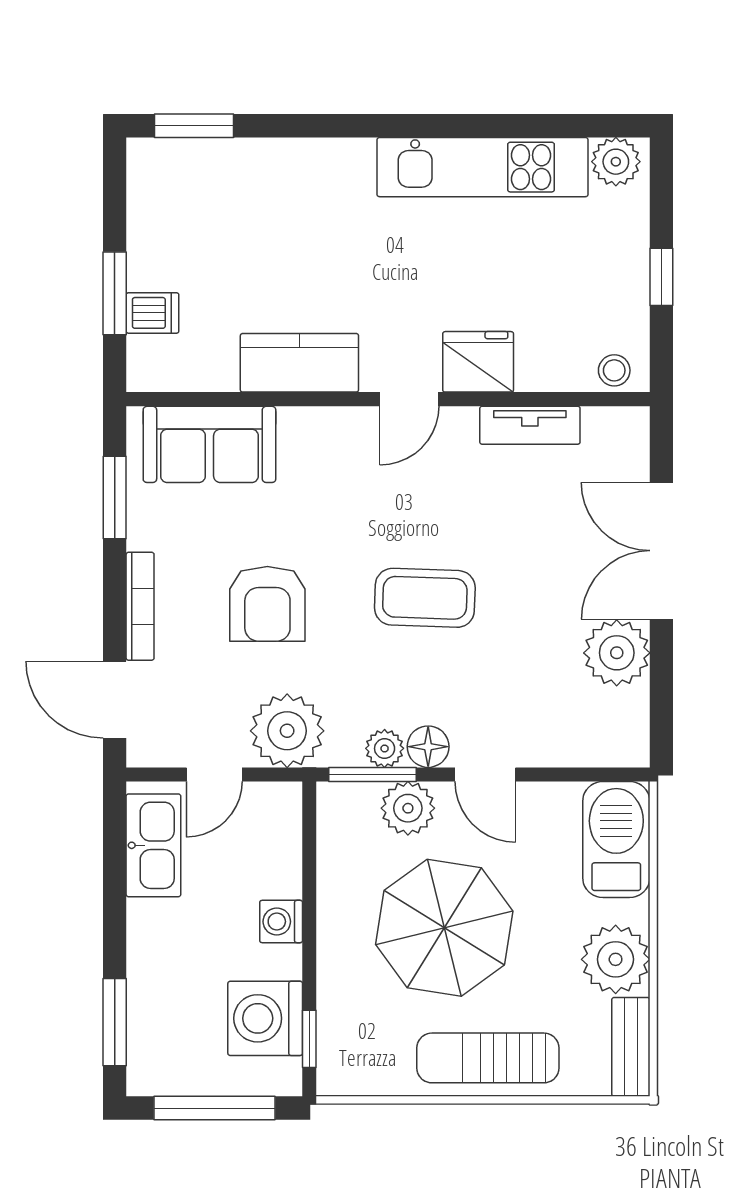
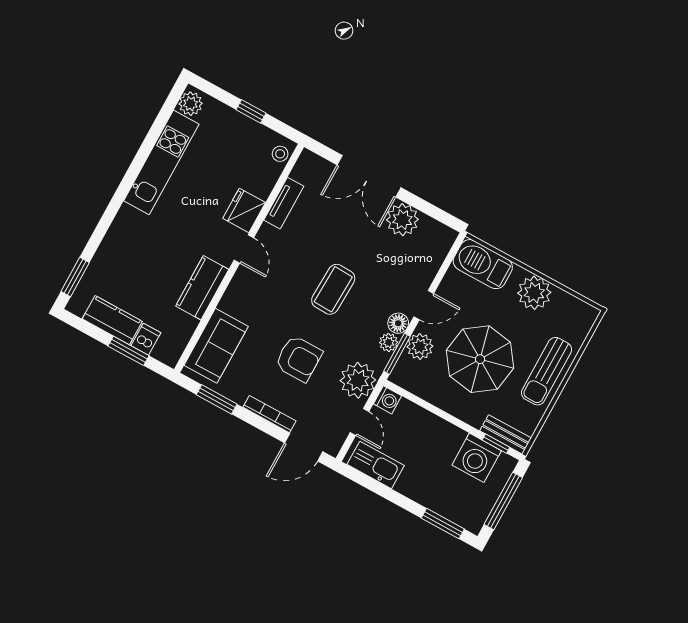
kitchen counter: (154, 234) -> (112, 320), added
washing machine: (281, 922) -> (387, 400), moved, turned -90
bench: (631, 1047) -> (506, 434), moved

